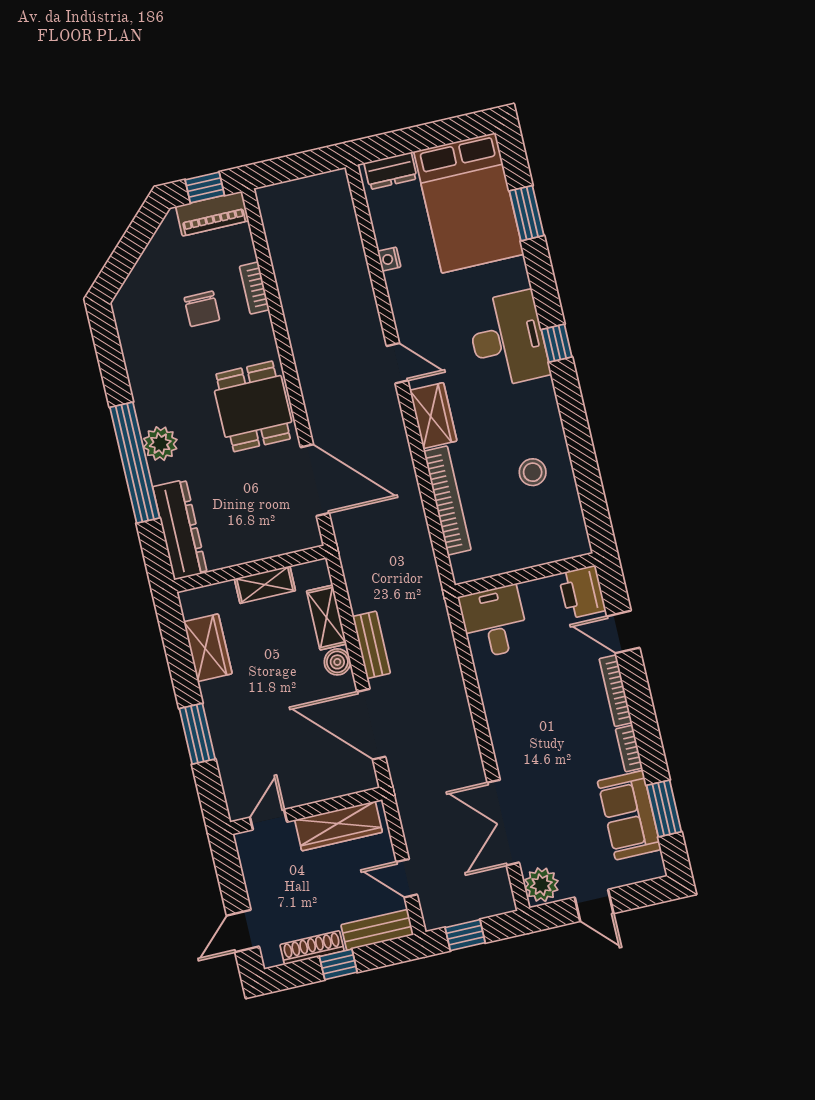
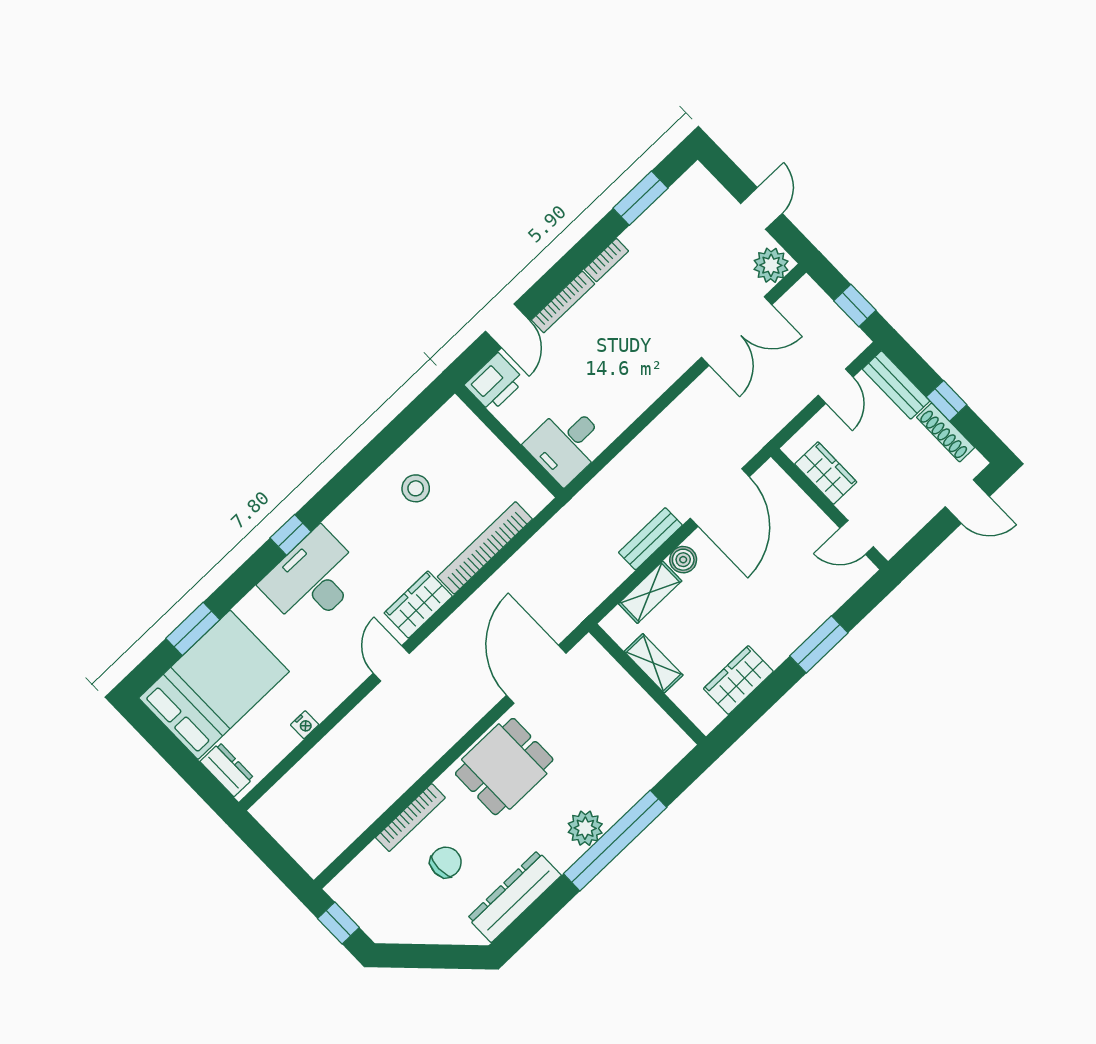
piano: (212, 214) -> (357, 903), removed
bookcase: (254, 288) -> (410, 818), width x1.56
dresser: (180, 530) -> (514, 897), moved
sofa: (629, 815) -> (664, 225), removed
wardrobe: (338, 826) -> (826, 473), width x0.67

